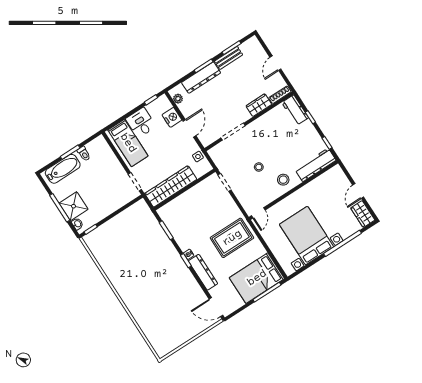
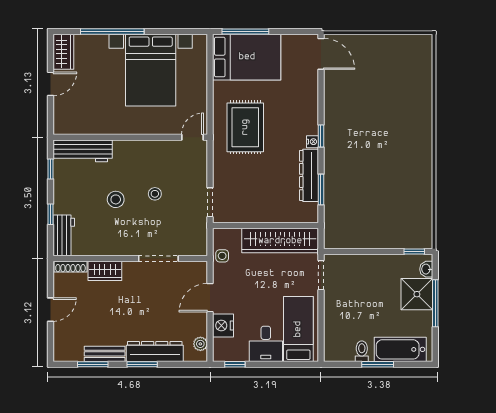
stool: (283, 180) -> (116, 199), moved
rug: (232, 238) -> (245, 127), turned 90
dresser: (203, 272) -> (309, 175), moved

